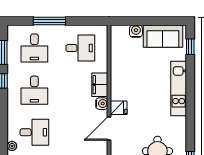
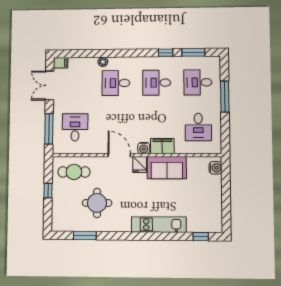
water cooler: (136, 31) -> (216, 168), moved
sofa: (163, 36) -> (167, 168), moved, turned -90
desk: (34, 132) -> (116, 83), turned 90

